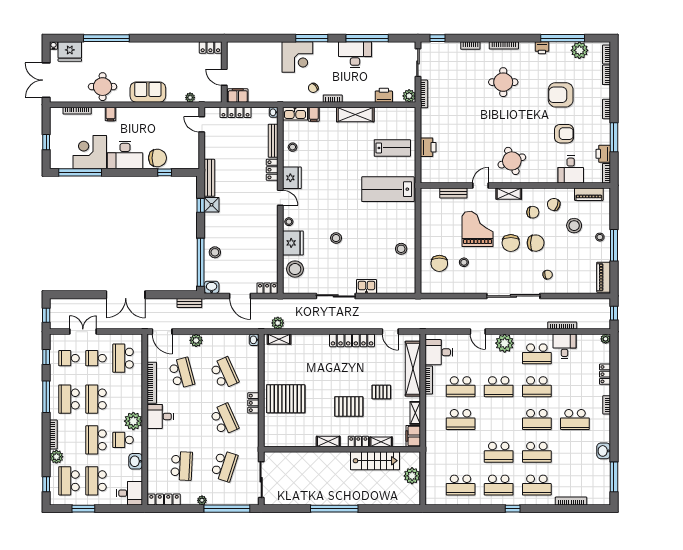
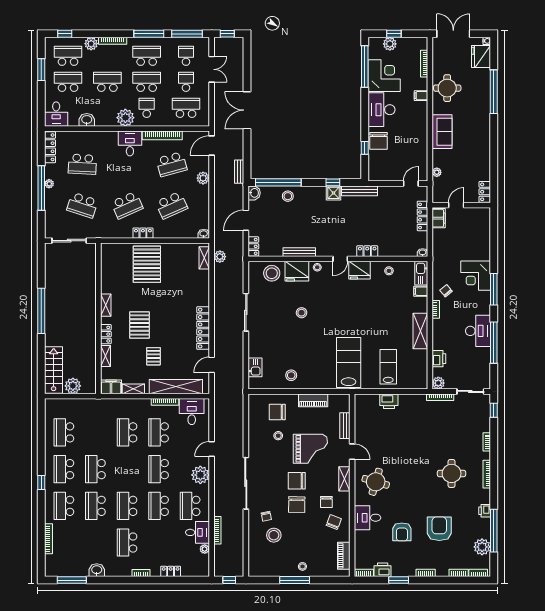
window: (614, 137) -> (399, 580), width x0.69
bench: (273, 141) -> (299, 252), moved
plant: (57, 146) -> (390, 44), added
lab bench: (392, 148) -> (388, 367), turned 180
round table: (512, 161) -> (376, 482), turned 36
desk: (571, 169) -> (368, 518), moved
stool: (574, 226) -> (274, 535), moved
piano: (604, 277) -> (313, 400), moved, turned 180
kitchen sink: (366, 286) -> (255, 367), moved
plant: (606, 339) -> (205, 549), moved
window: (46, 357) -> (187, 34), width x2.17
school desk: (123, 440) -> (147, 108), moved
stairs: (375, 461) -> (54, 370), moved, turned 180
window: (227, 509) -> (41, 188), moved

